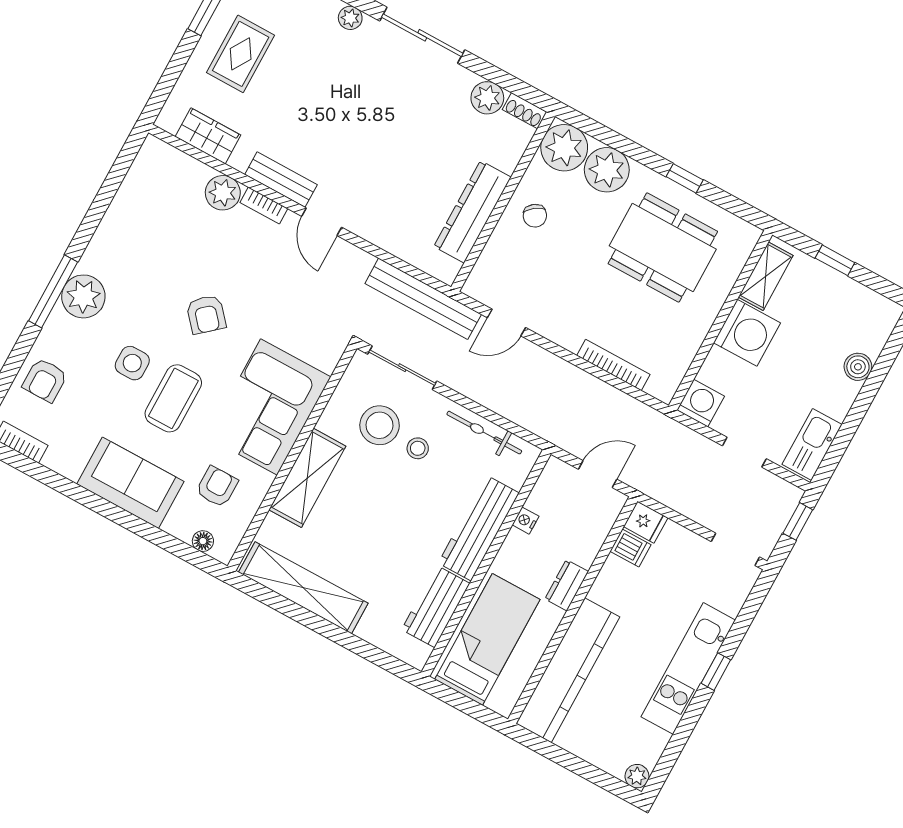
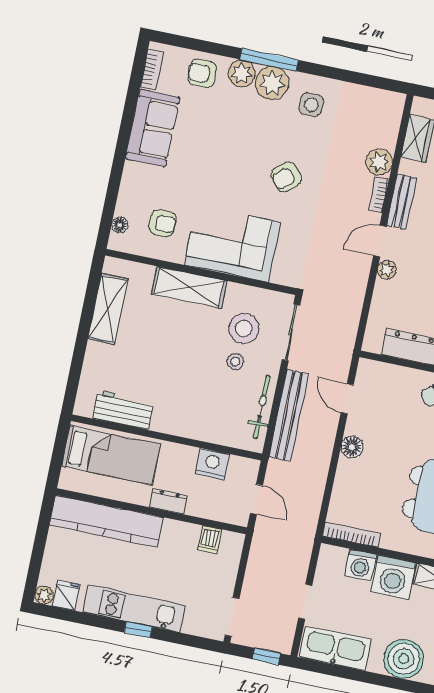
plant: (360, 224) -> (387, 270), added
bench: (423, 299) -> (289, 415), moved
plant: (60, 331) -> (242, 74), added
floor lamp: (569, 335) -> (352, 447), added
side table: (132, 363) -> (311, 105), moved
bookcase: (613, 365) -> (351, 535), moved, turned -90
boiler: (858, 367) -> (404, 659), width x1.86, depth x1.86
coffee table: (173, 398) -> (218, 172), removed
washing machine: (701, 403) -> (361, 565), moved, turned 90
kitchen sink: (812, 444) -> (335, 648), width x1.36, depth x1.24
sofa: (130, 483) -> (153, 128), moved
nightstand: (526, 521) -> (212, 464), width x1.89, depth x1.79
fridge: (646, 522) -> (67, 595), moved, turned 180
workbench: (479, 528) -> (191, 424), removed
shelving: (303, 588) -> (108, 309), width x0.68

